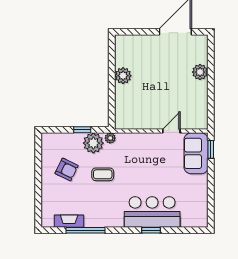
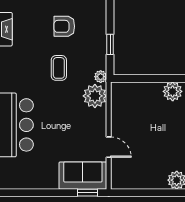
plant: (93, 143) -> (95, 96), moved
armchair: (67, 170) -> (64, 26), turned 64

